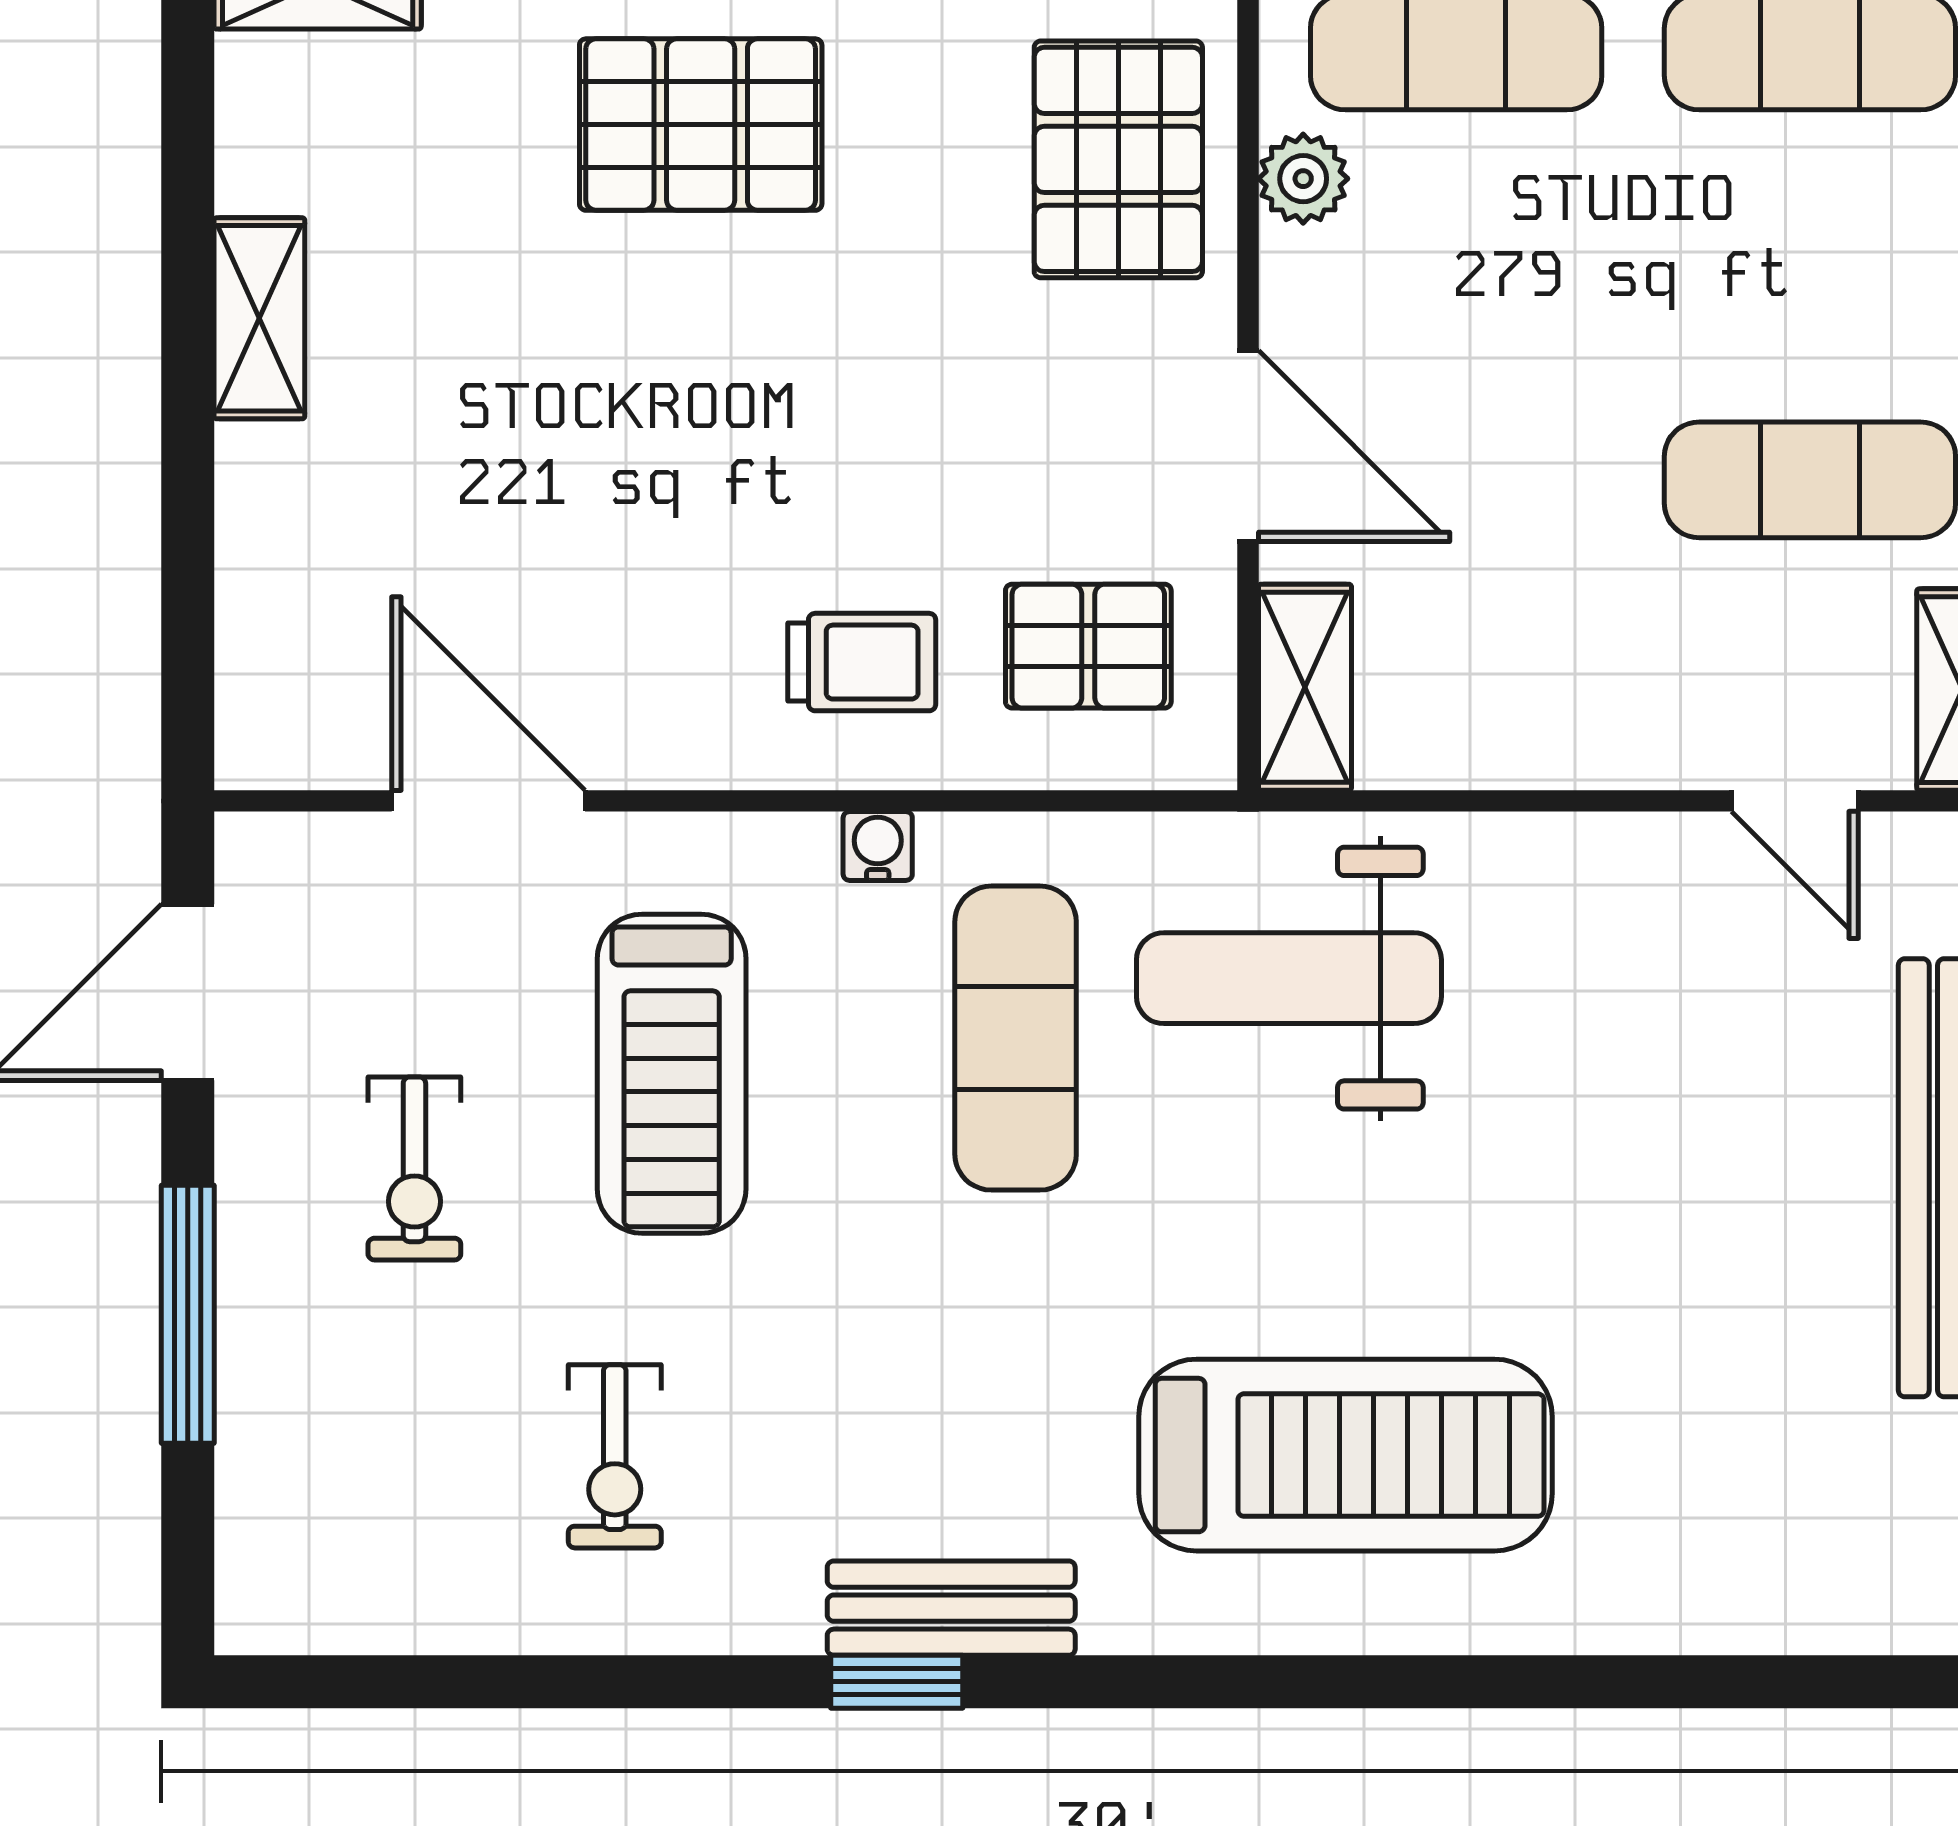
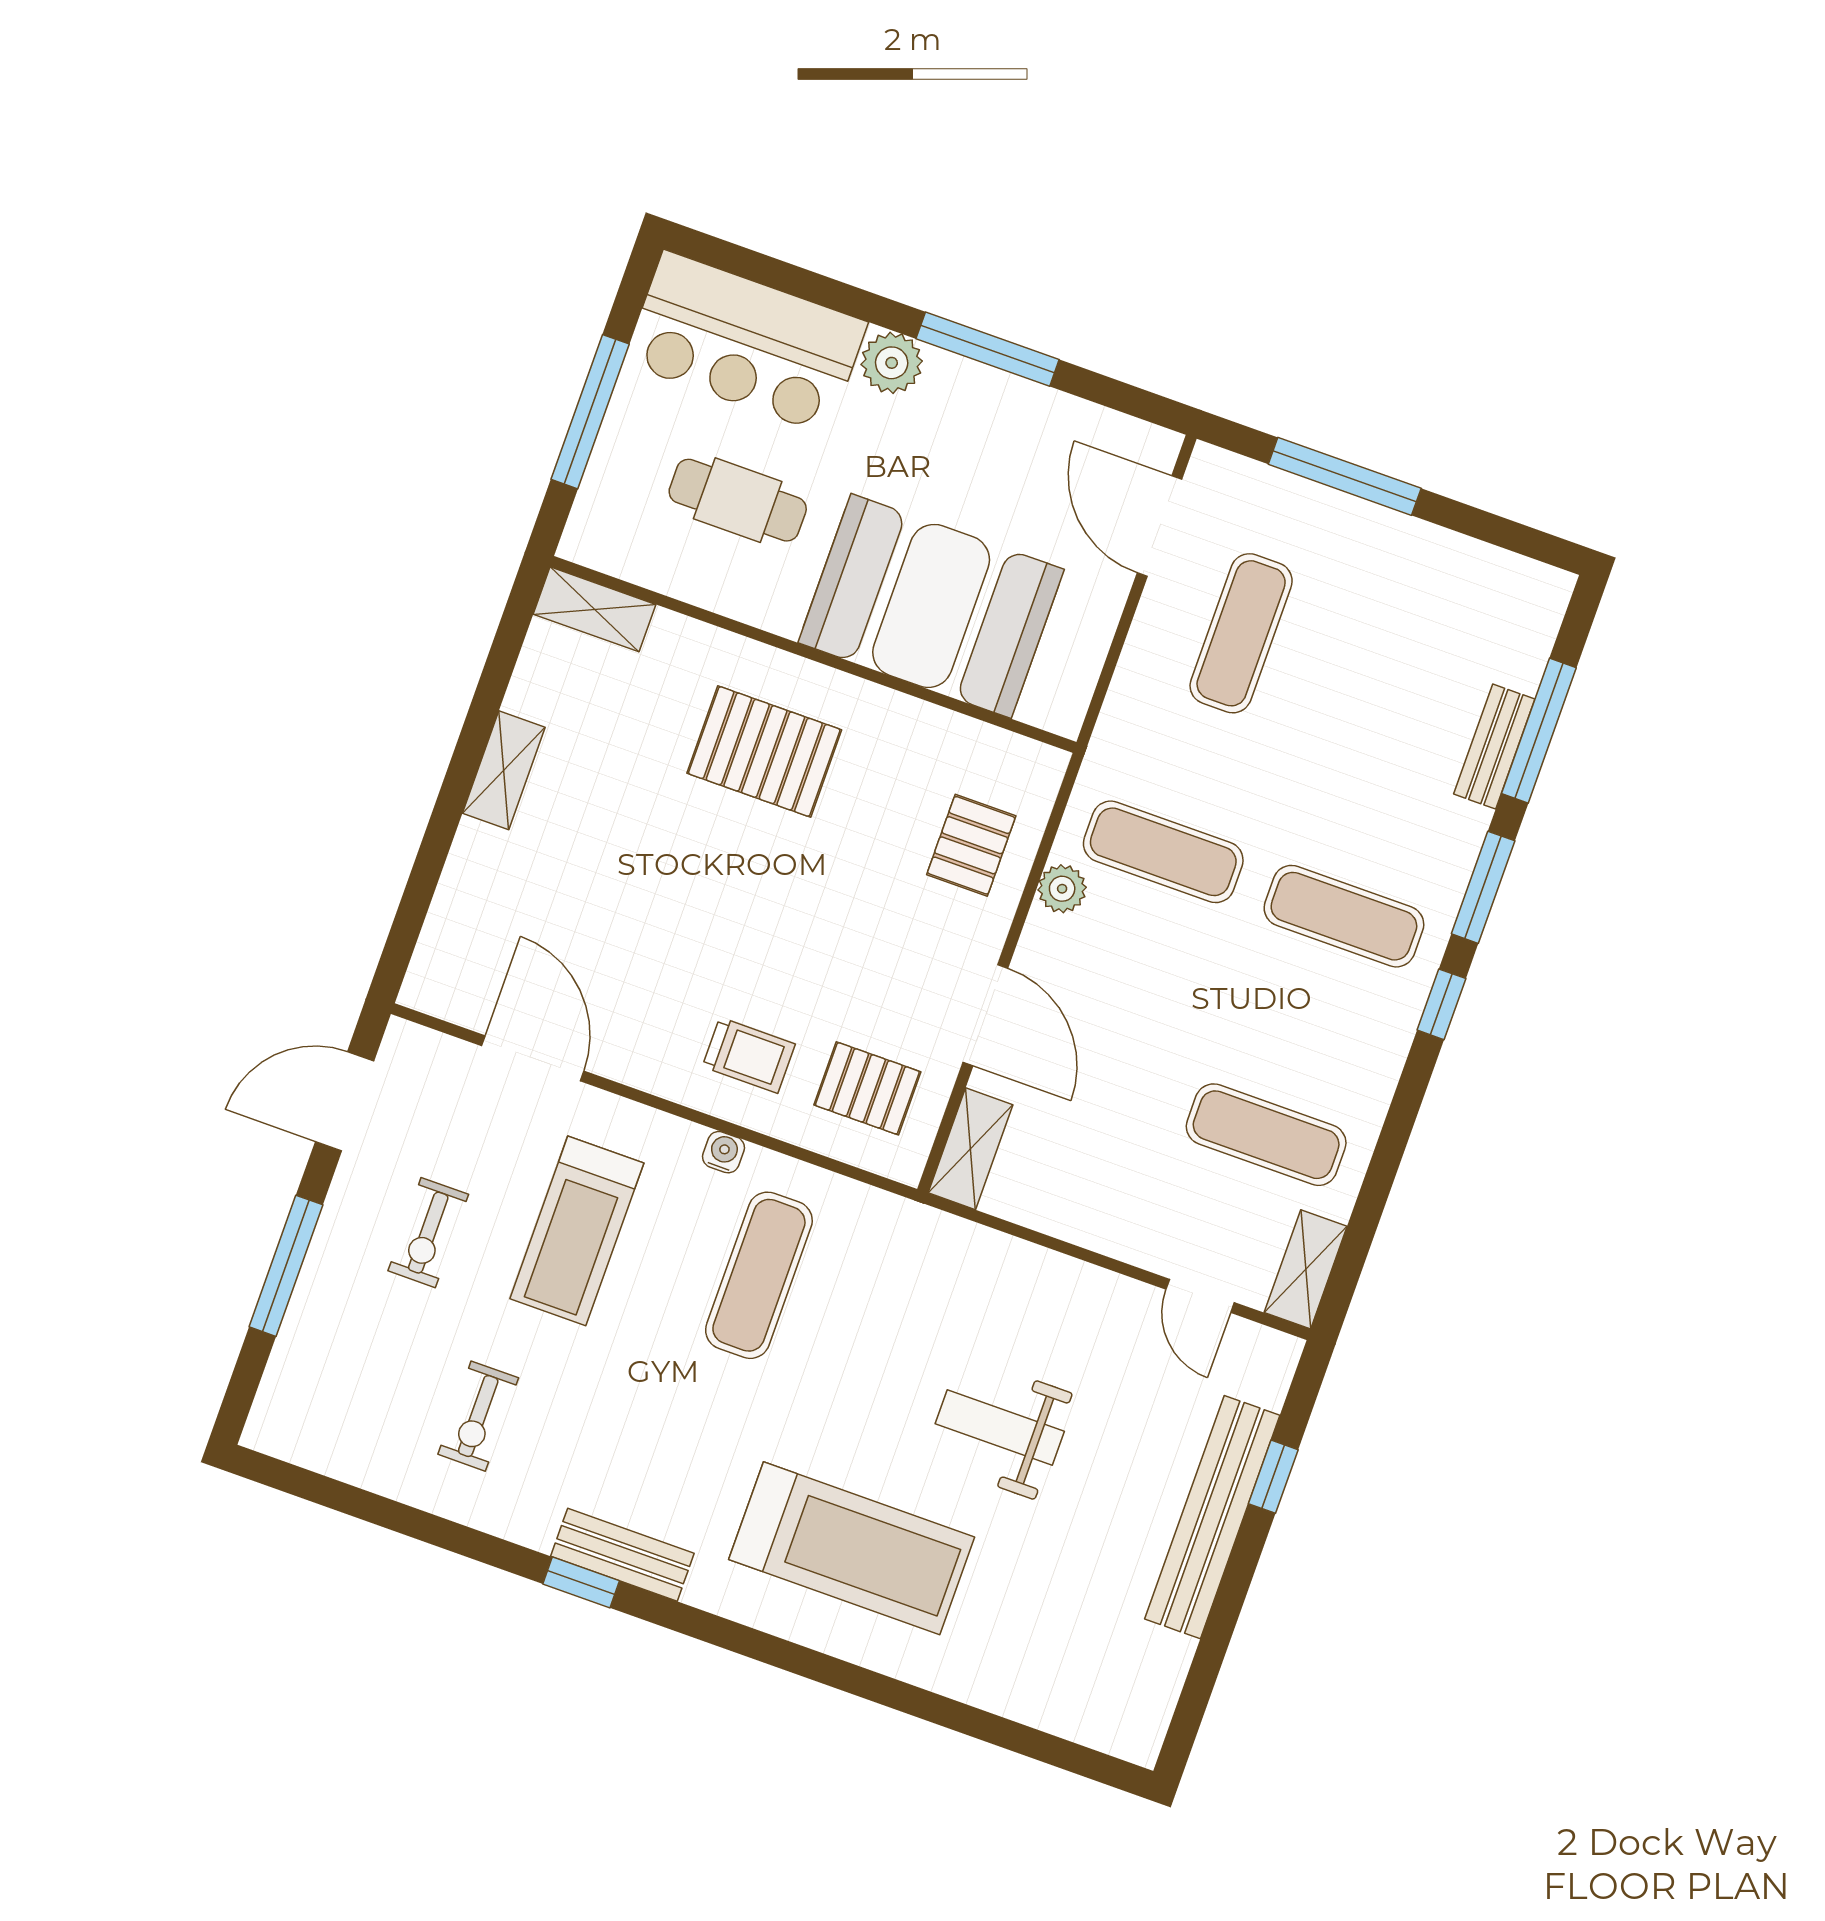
pallet: (1118, 159) -> (971, 845), width x0.67, depth x0.71
weight bench: (1289, 978) -> (1000, 1428), moved, width x0.73, depth x0.75

